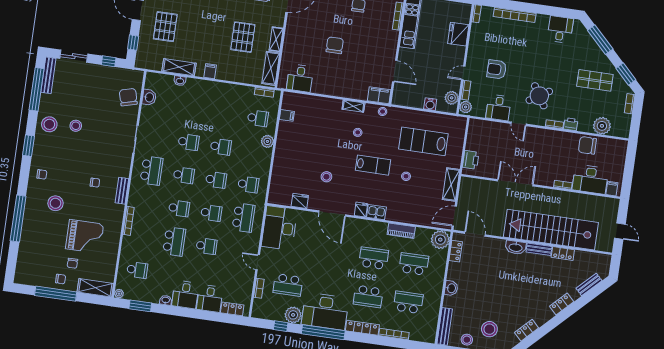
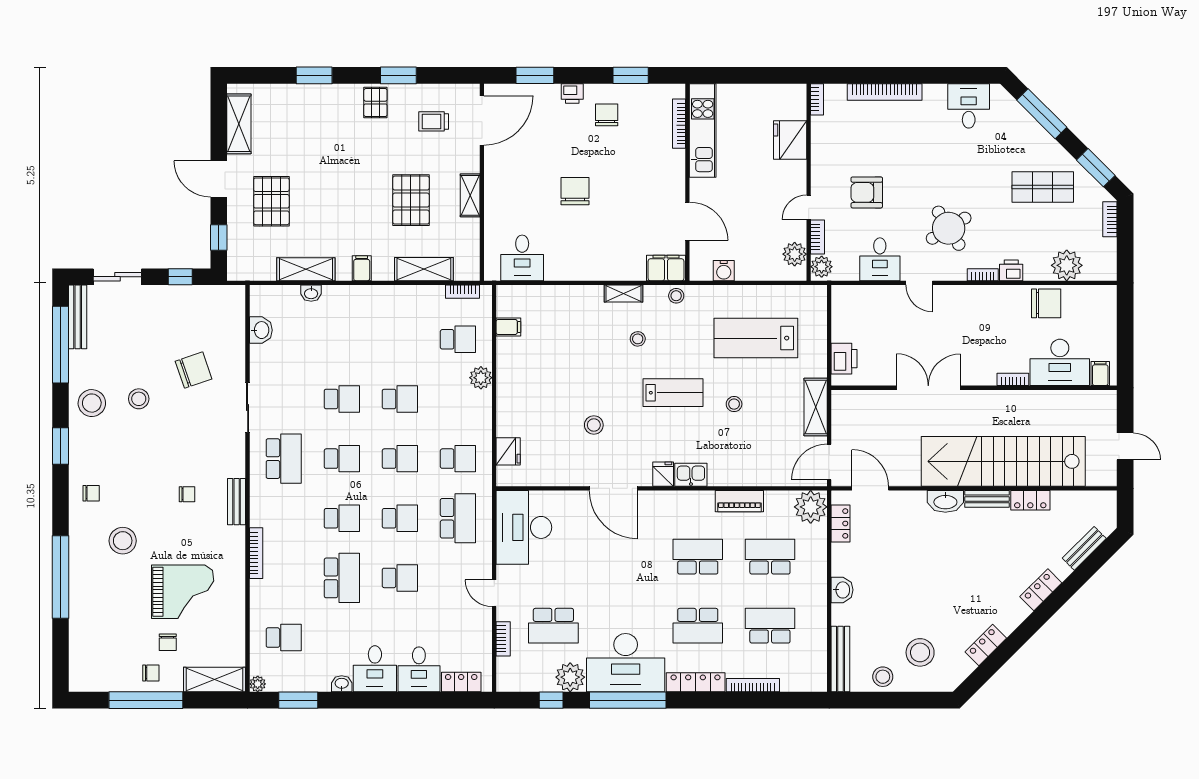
shelving: (271, 68) -> (424, 269), moved, turned 90
chair: (128, 97) -> (194, 370), moved, turned 86
water cooler: (430, 104) -> (724, 271), moved
chair: (587, 145) -> (1046, 303), turned 180
fridge: (300, 201) -> (508, 451), moved, turned 90

